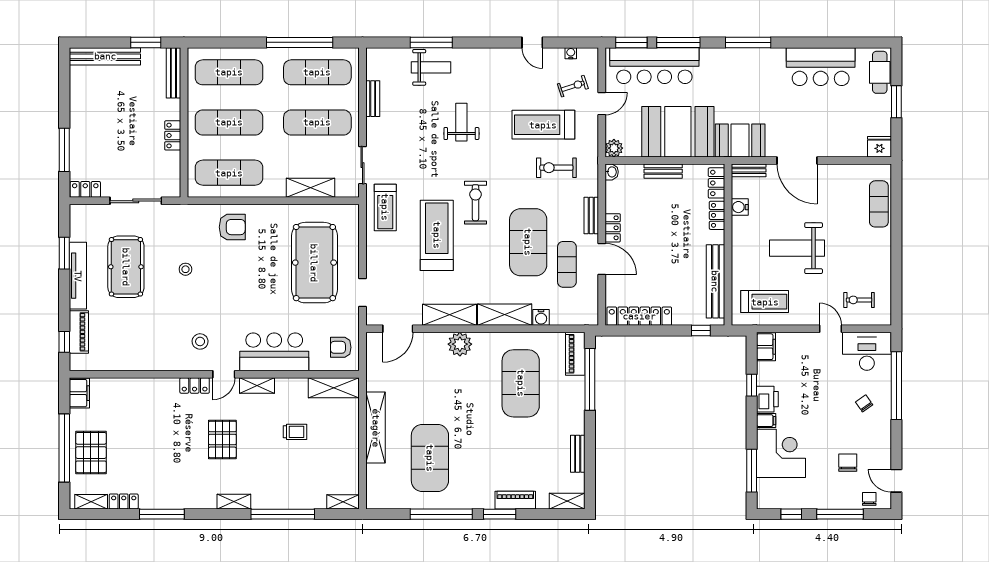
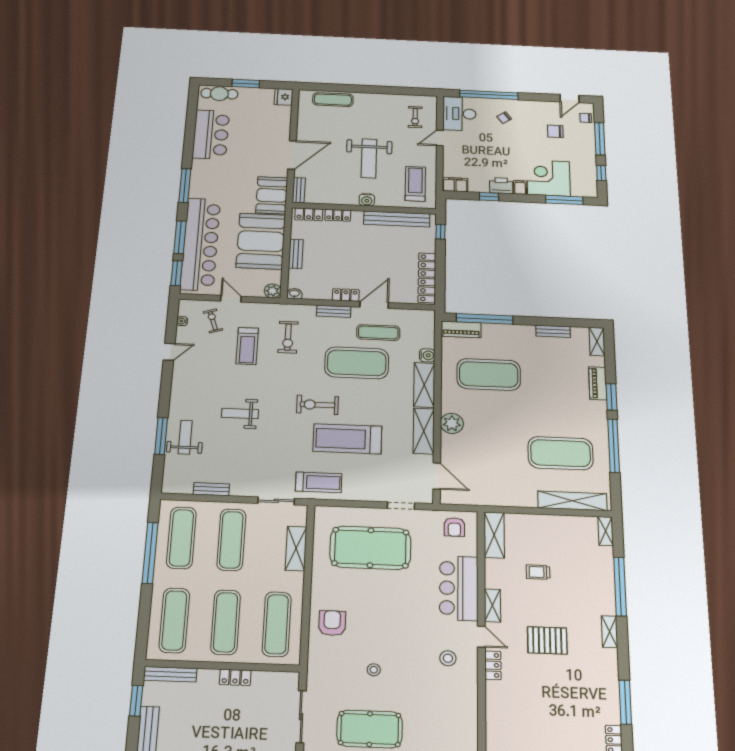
bar counter: (654, 66) -> (200, 244), width x1.36
treadmill: (543, 125) -> (247, 346), width x0.73, depth x0.73
water cooler: (740, 207) -> (367, 200), moved
shelving: (376, 428) -> (572, 501), moved
trolley: (295, 432) -> (538, 572), turned -90

